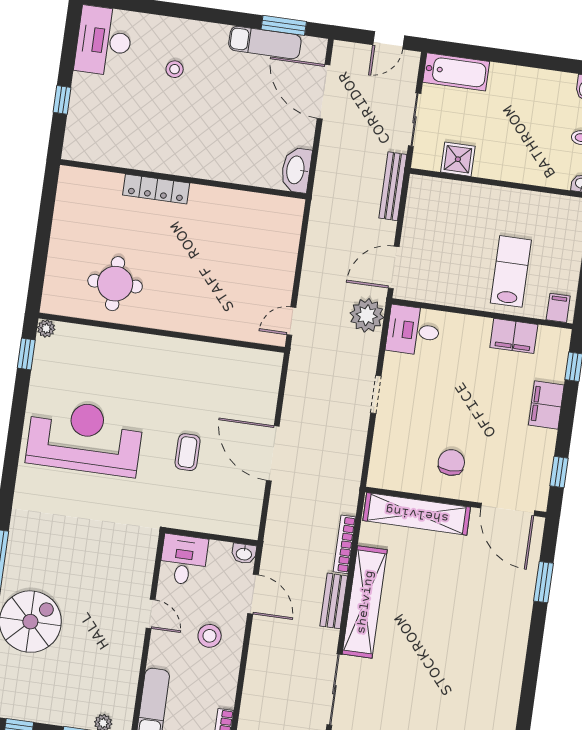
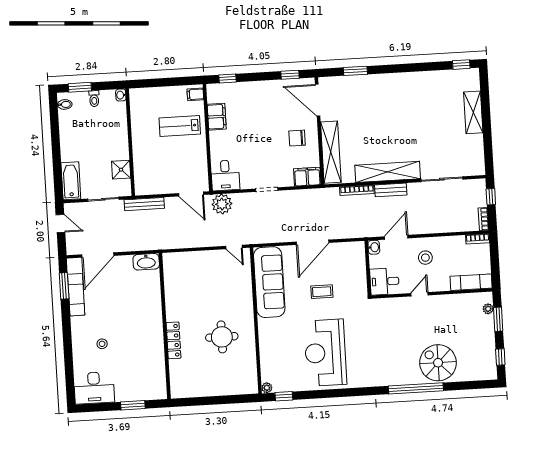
window: (62, 100) -> (133, 405), width x1.50
round table: (115, 284) -> (222, 337), moved
sofa: (221, 368) -> (269, 282), added
filing cabinet: (546, 405) -> (307, 177), moved, turned 180
door: (508, 509) -> (318, 100), swing flipped

